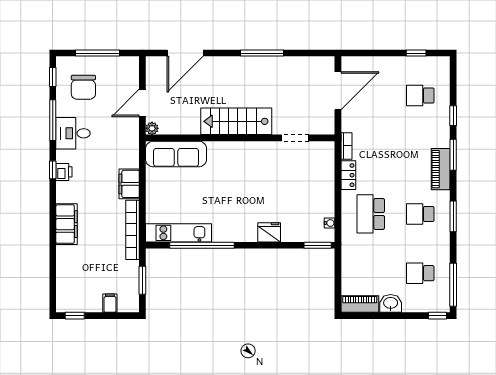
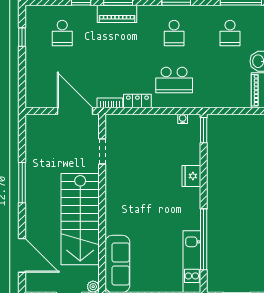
door: (338, 91) -> (75, 111), moved
stairs: (236, 121) -> (80, 219), width x1.36, depth x1.51
piano: (441, 169) -> (117, 14), moved

